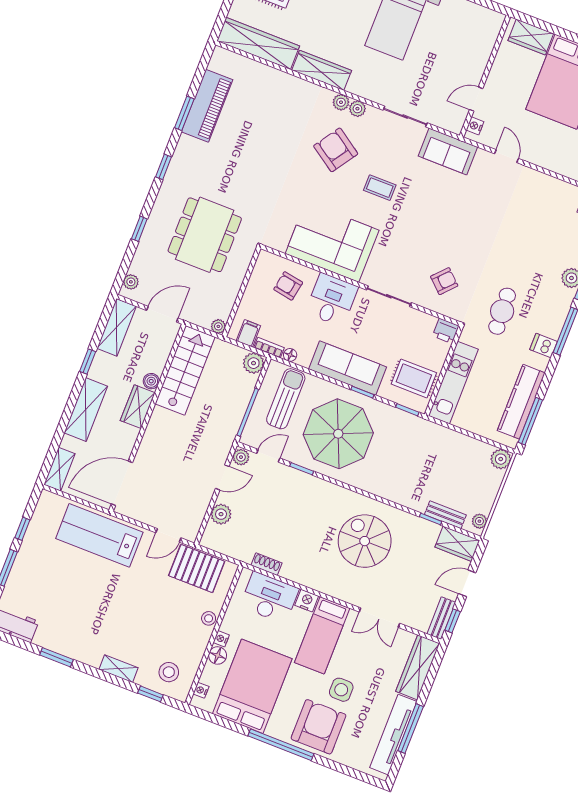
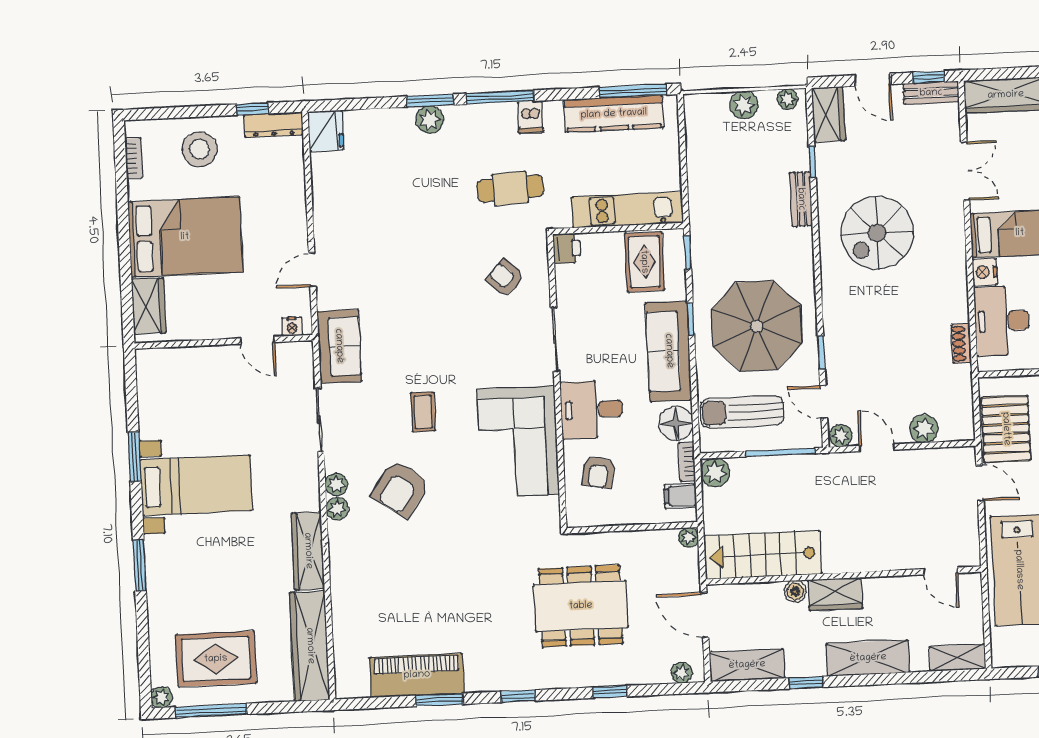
floor lamp: (290, 355) -> (676, 423), width x1.89, depth x1.89
plant: (501, 459) -> (744, 105), moved
door: (122, 483) -> (941, 571), width x0.53
bench: (445, 515) -> (801, 199), moved

